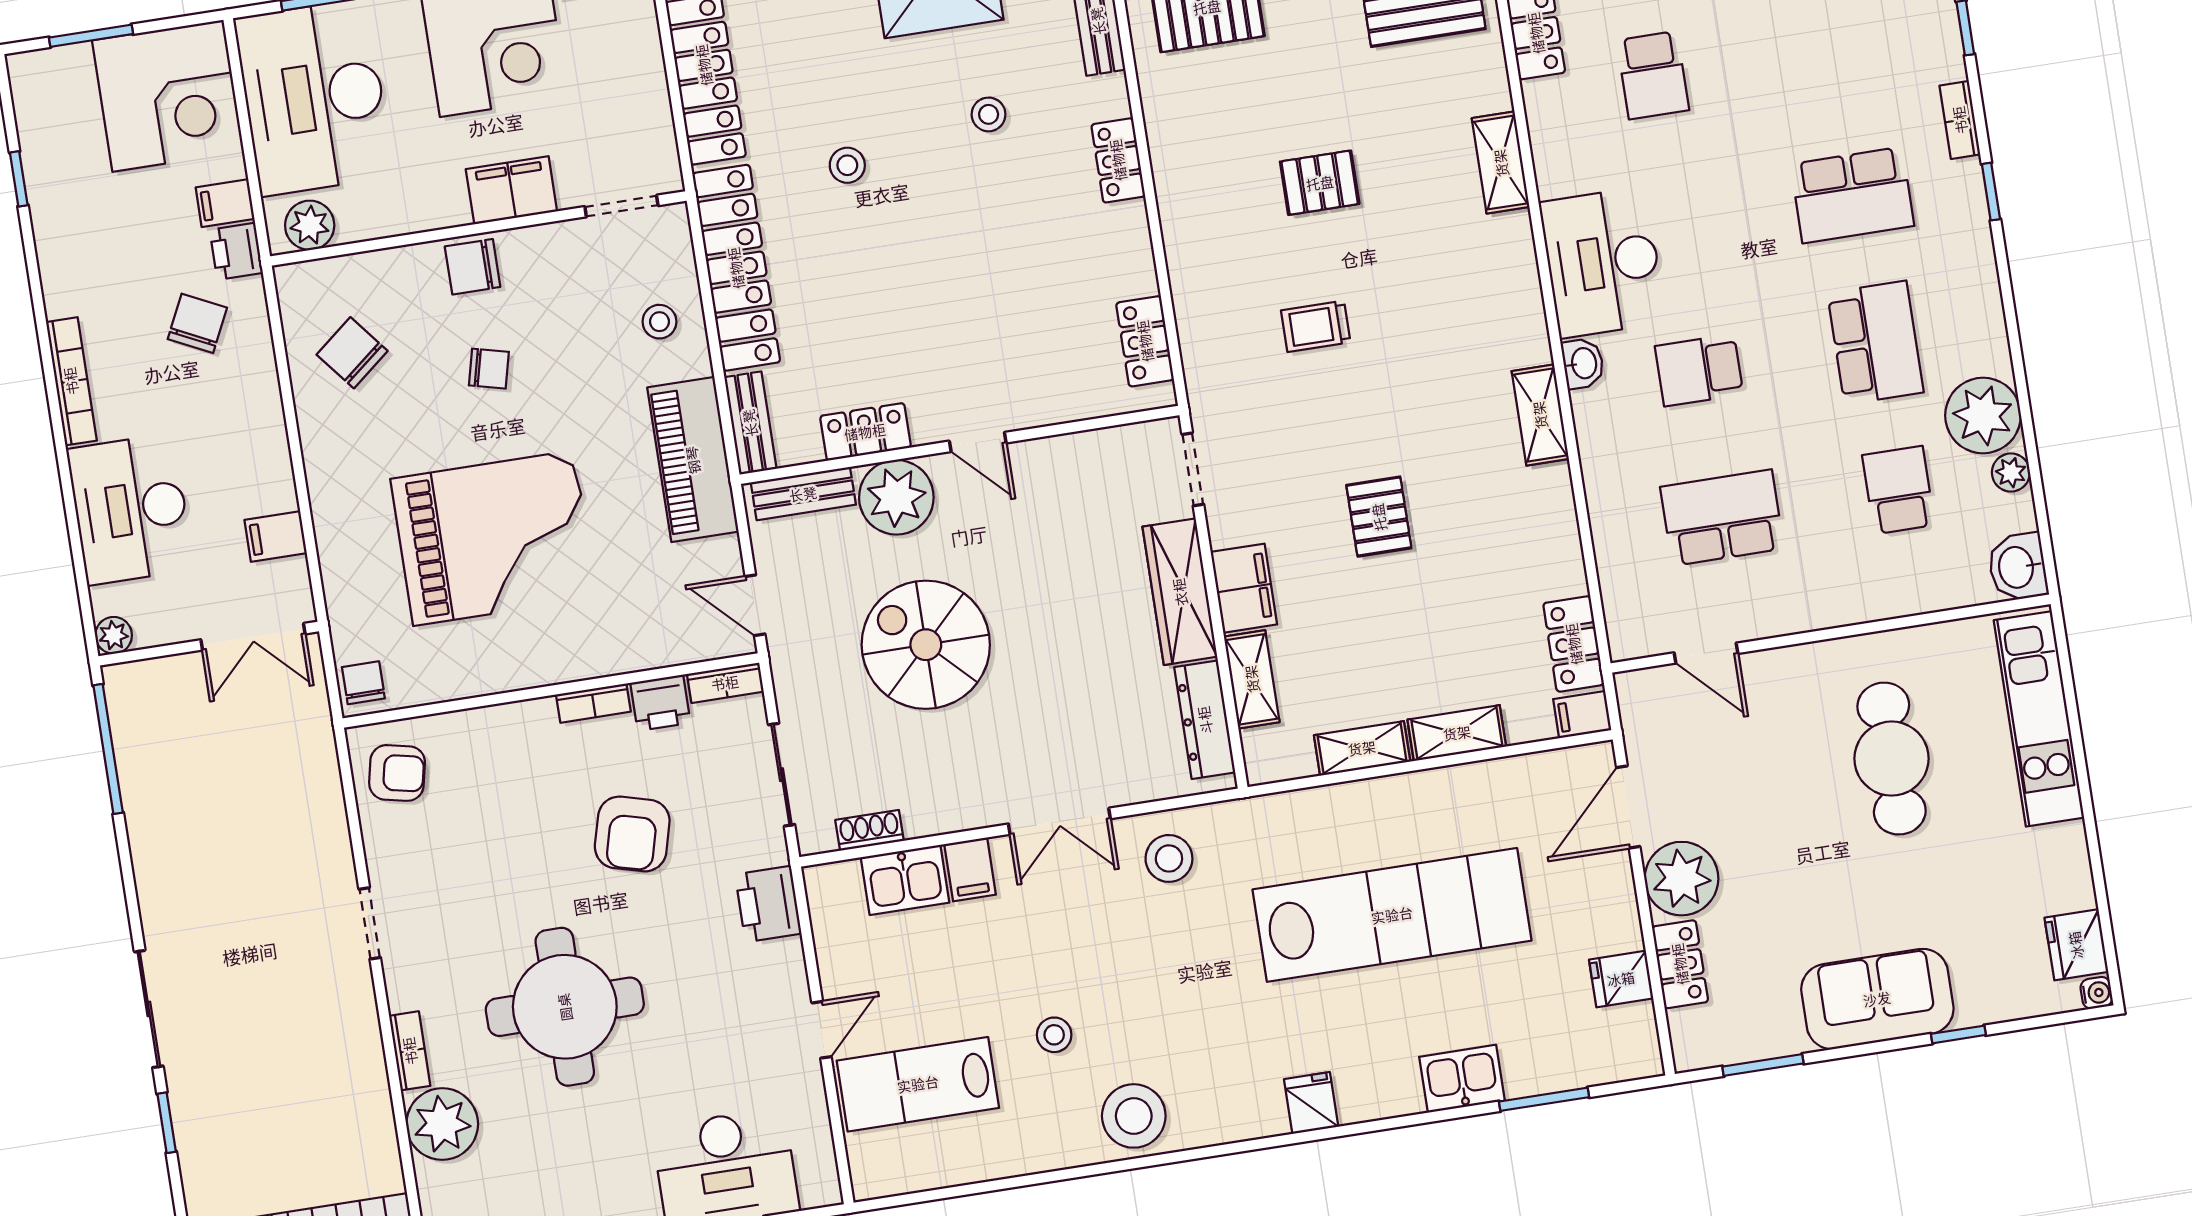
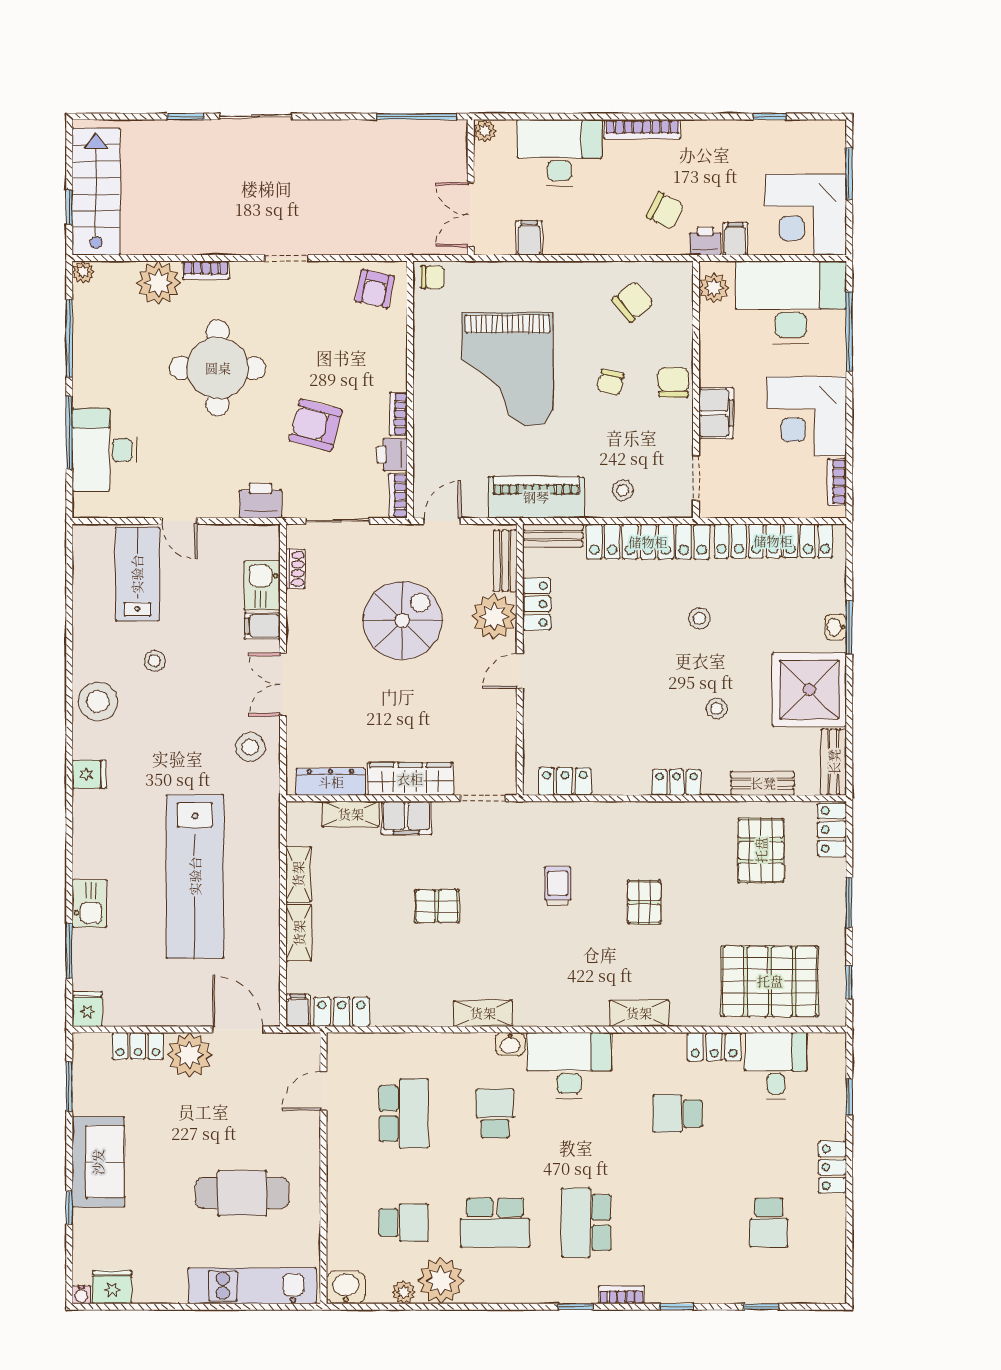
fridge: (1621, 979) -> (87, 1009), moved
fridge: (1311, 1103) -> (89, 774), moved

